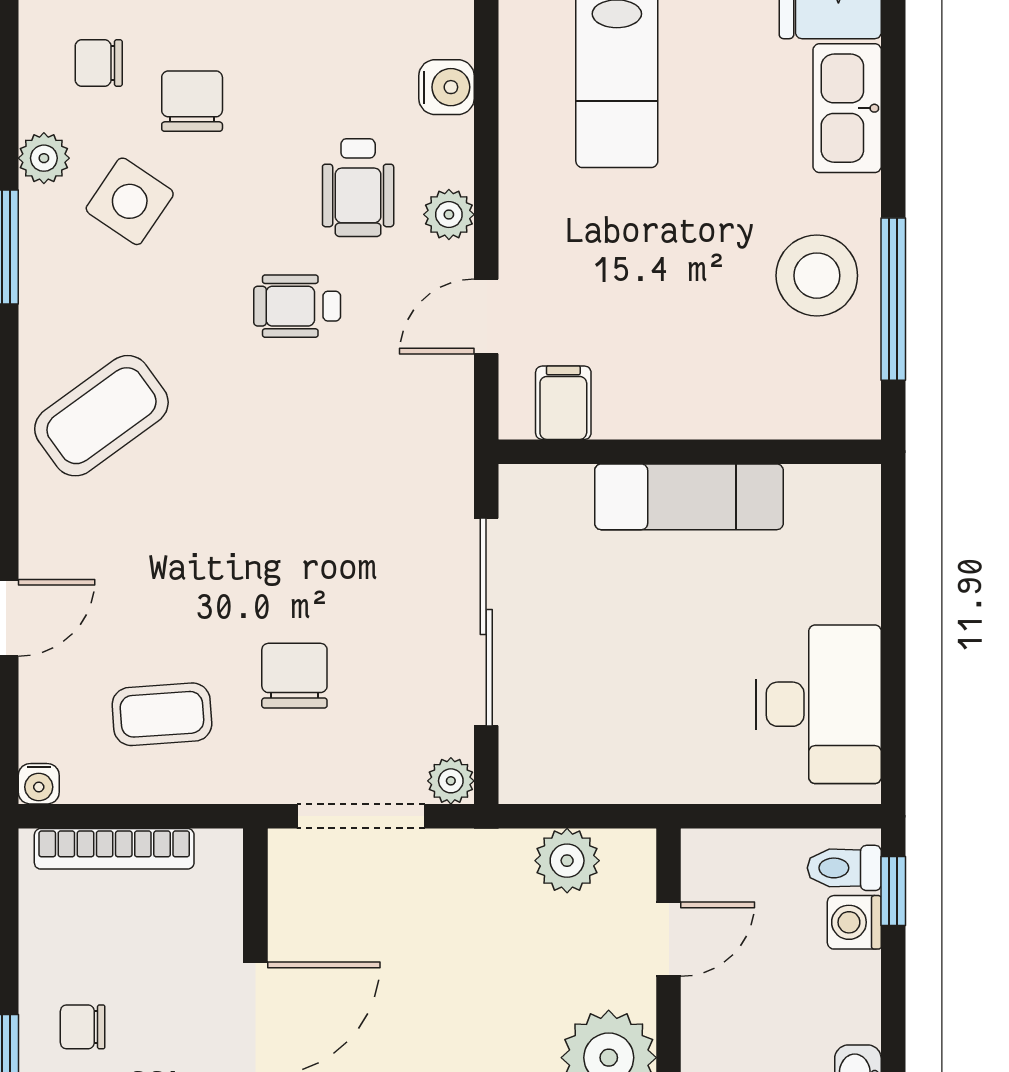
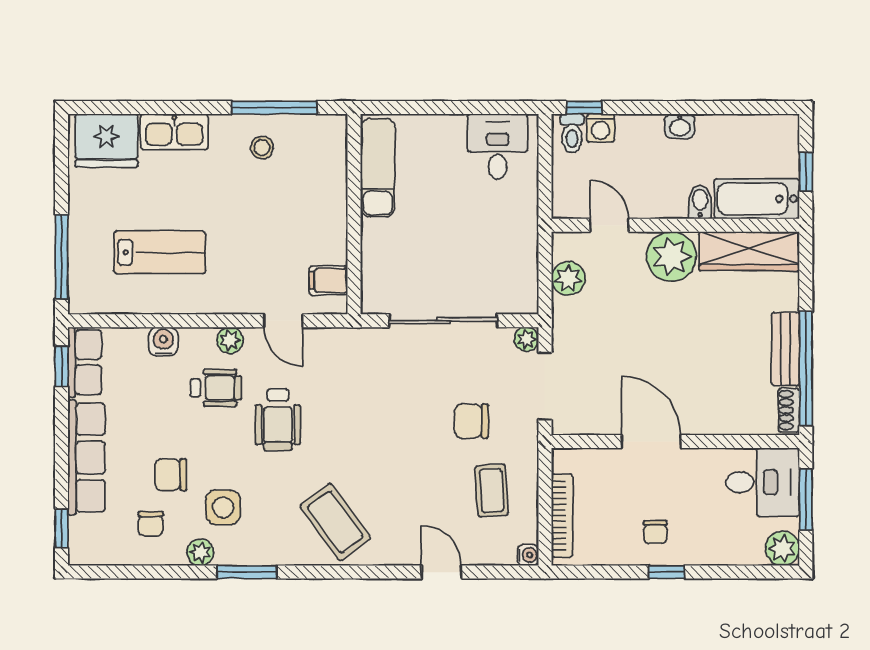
side table: (130, 201) -> (223, 507), turned -34
stool: (817, 276) -> (262, 148), width x0.53, depth x0.53
wheelchair: (297, 306) -> (278, 420), width x1.36, depth x1.37
exam couch: (689, 497) -> (378, 168), moved
desk: (819, 704) -> (498, 147), width x0.73

